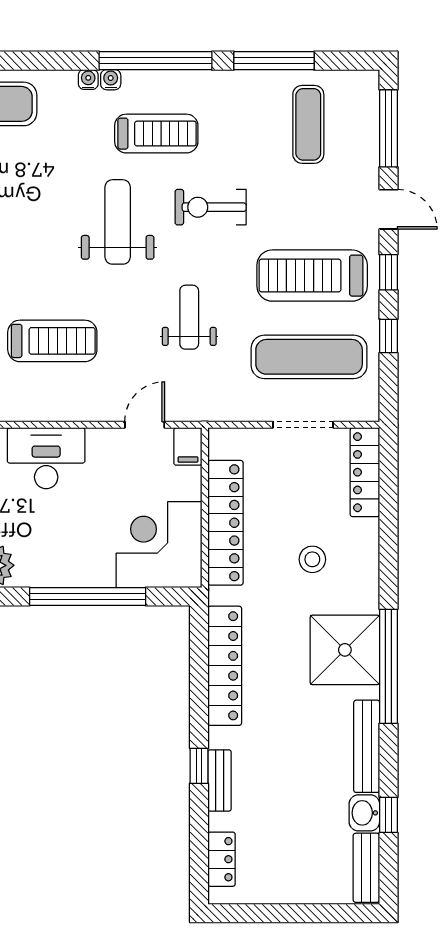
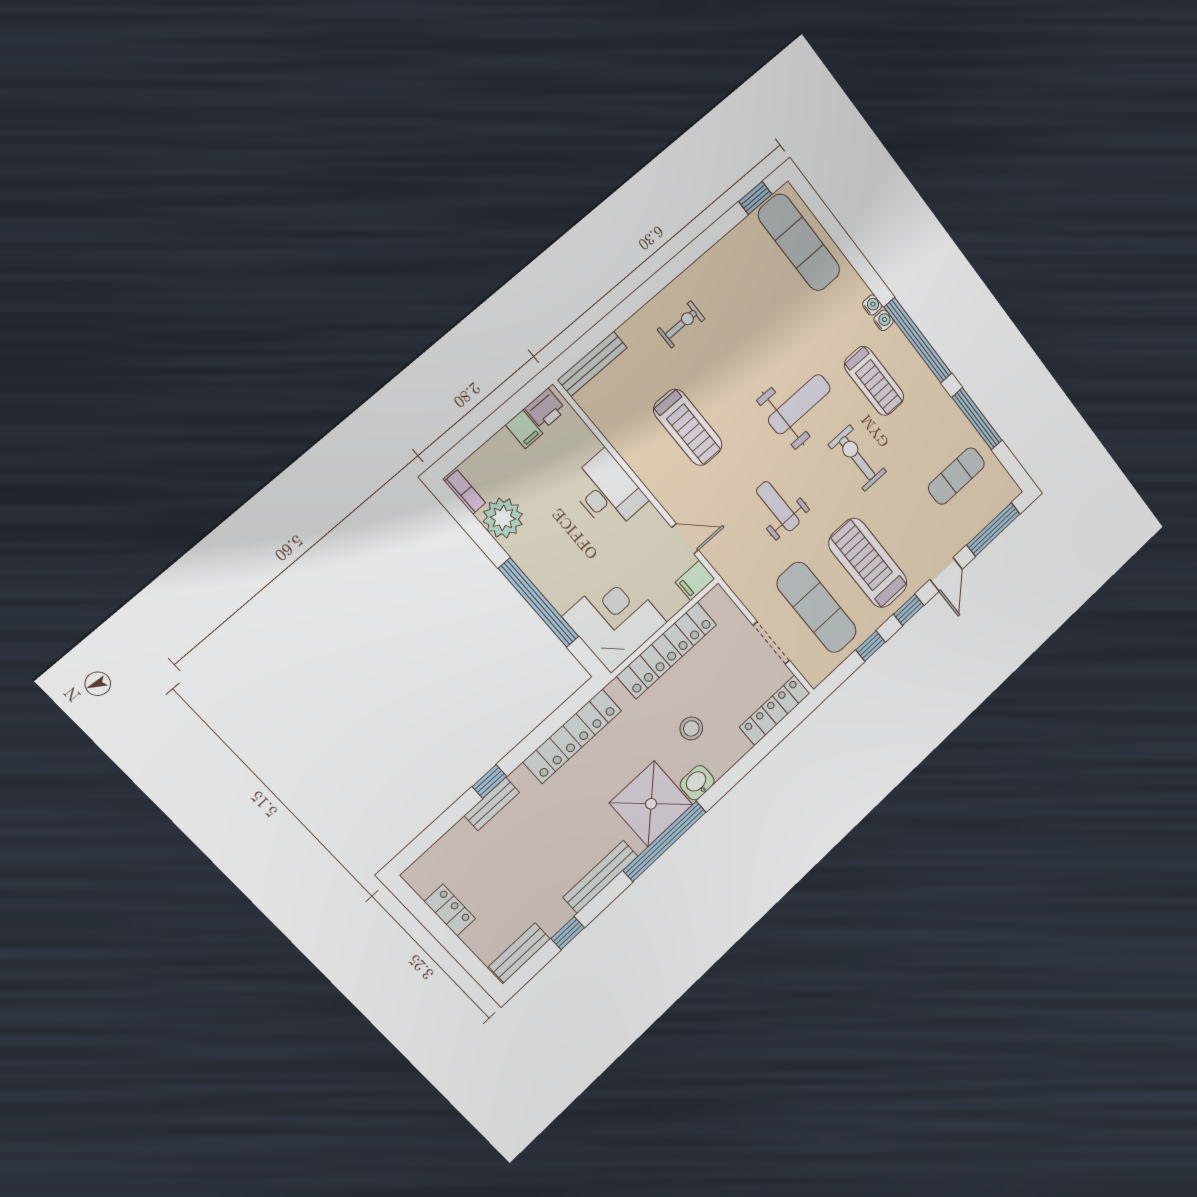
weight bench: (189, 317) -> (778, 506), turned -90
washbasin: (364, 813) -> (697, 783), moved
locker: (222, 859) -> (450, 910), moved, turned -90

